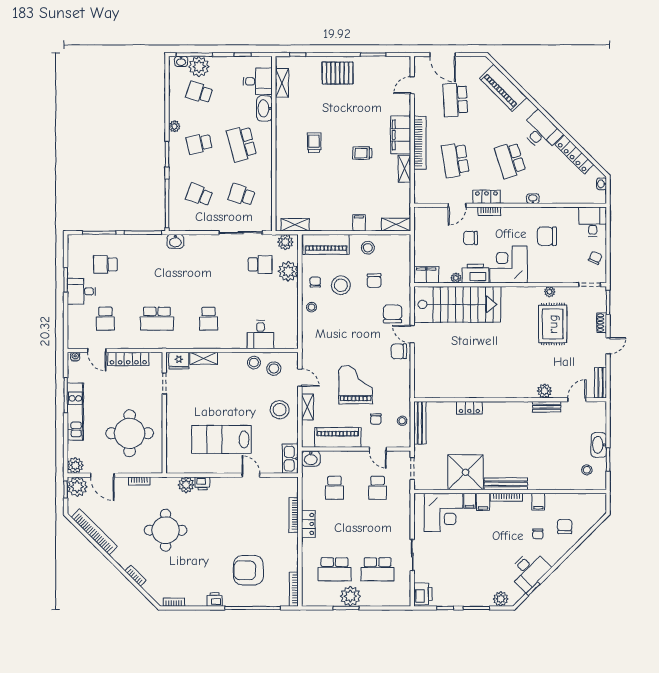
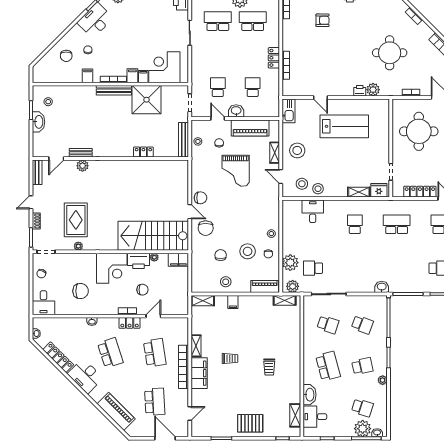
piano: (326, 244) -> (265, 286), width x0.73, depth x0.75
washbasin: (311, 459) -> (236, 111), moved
armchair: (248, 570) -> (323, 20), width x0.53, depth x0.53

